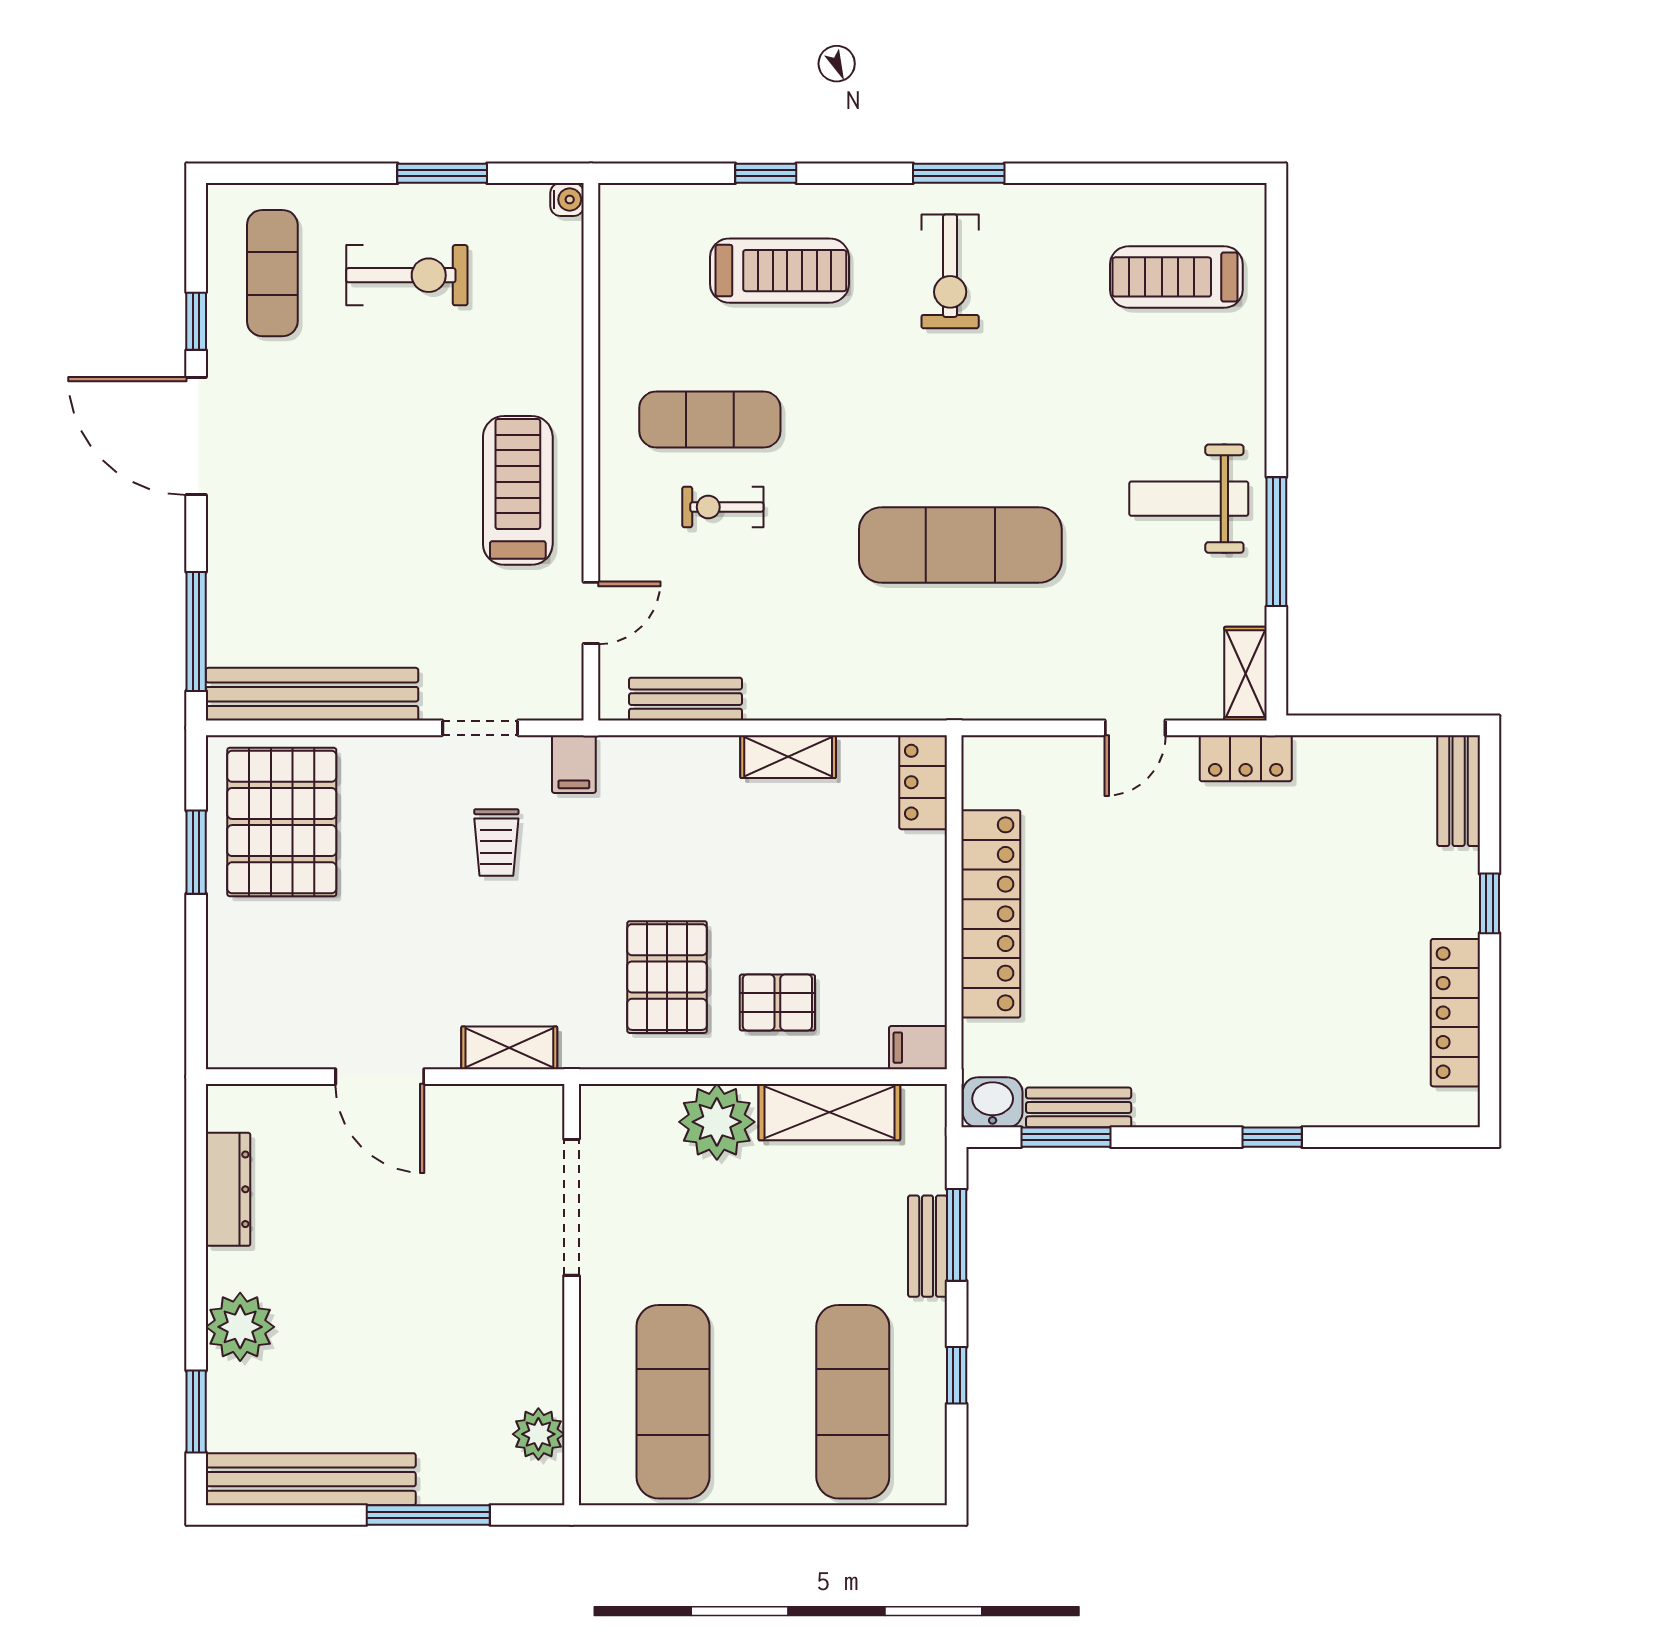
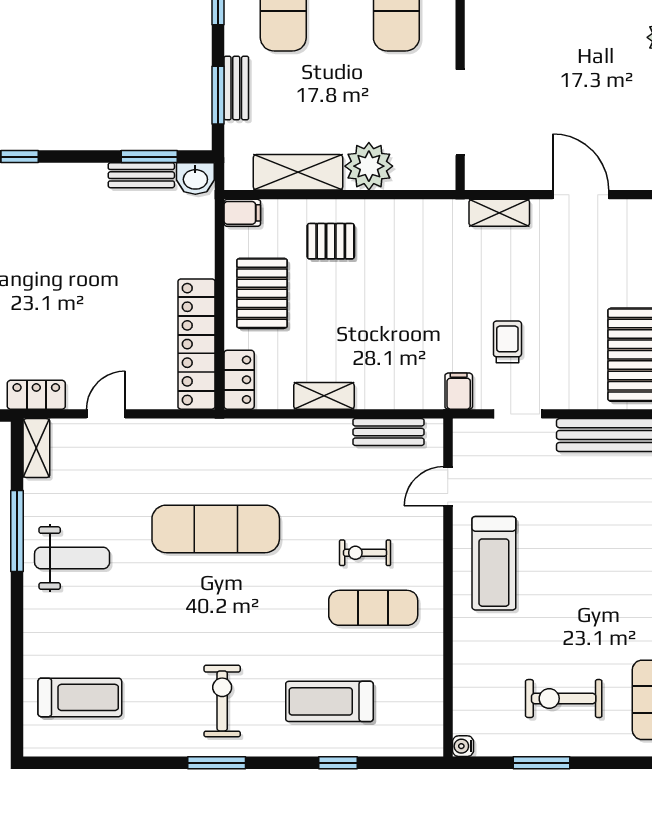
exercise bike: (723, 507) -> (365, 553), turned 180
locker: (991, 914) -> (196, 344), moved
pallet: (667, 977) -> (262, 293), moved

